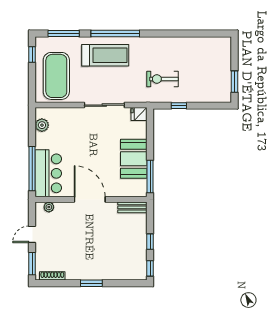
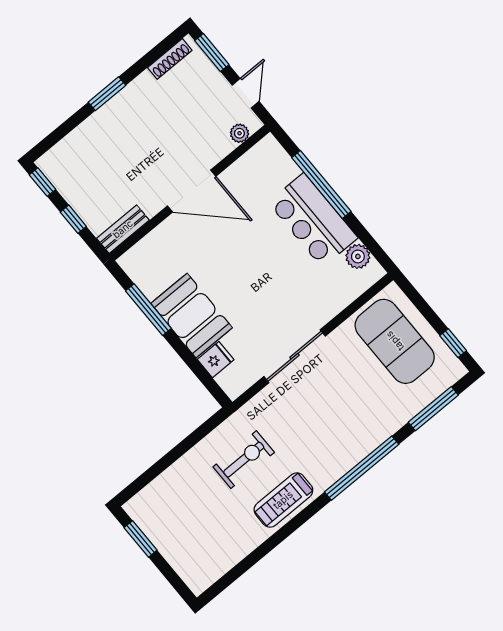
treadmill: (105, 55) -> (283, 500), moved, width x0.73, depth x0.73
window: (179, 106) -> (190, 441), removed
fridge: (139, 114) -> (216, 360), moved
bar counter: (48, 173) -> (313, 220), moved
door: (90, 199) -> (192, 191), moved
wall: (91, 199) -> (190, 193), moved
plant: (49, 207) -> (239, 133), moved
bench: (132, 207) -> (123, 229), moved

